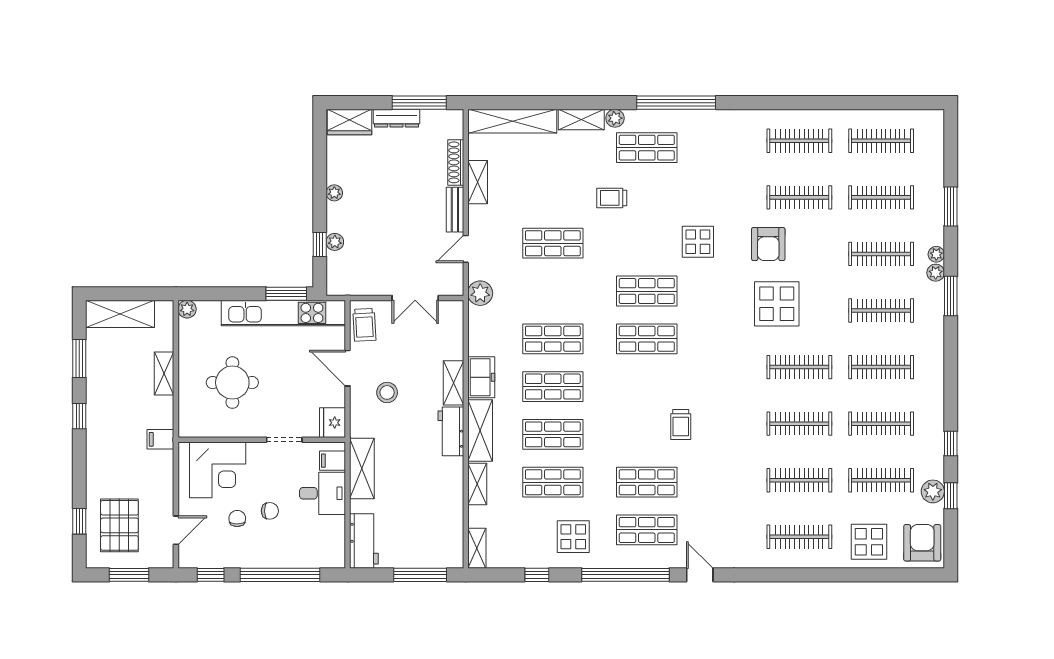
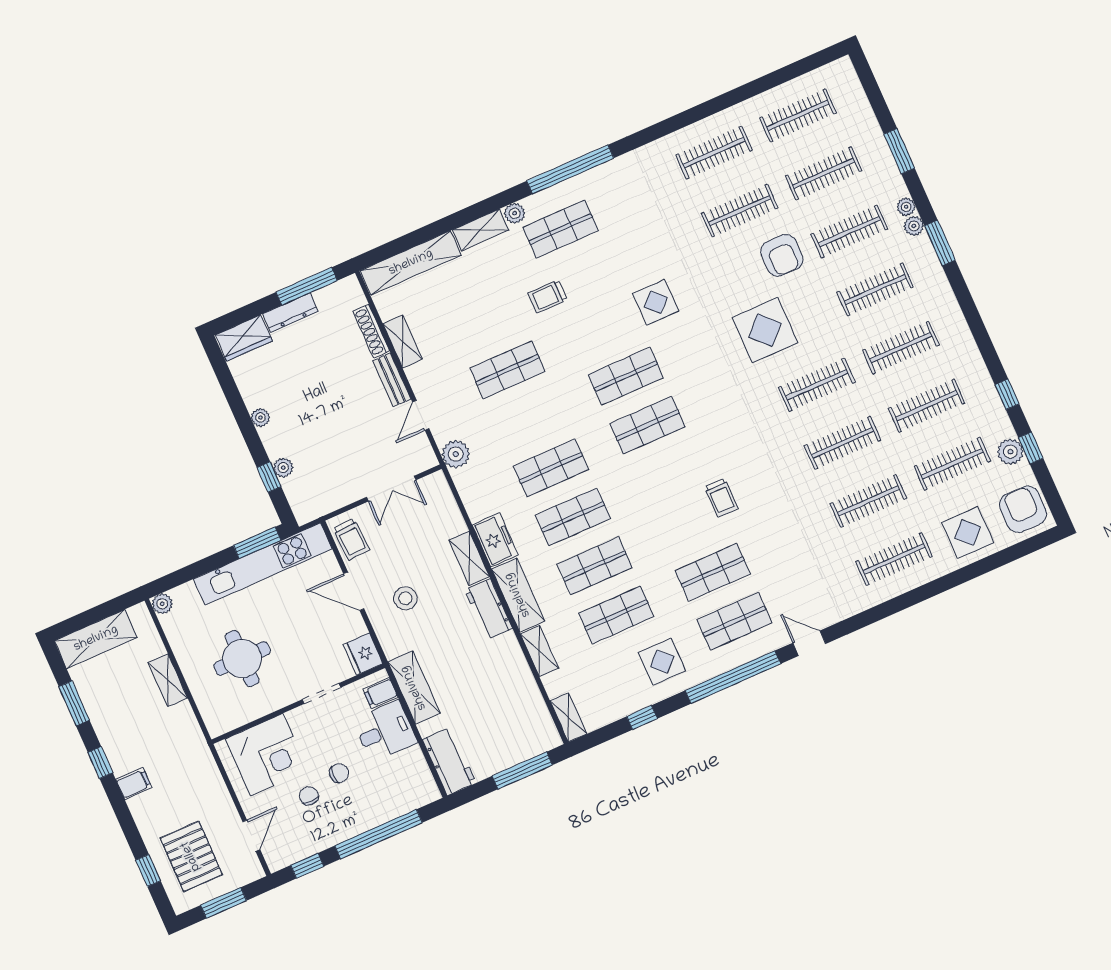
armchair: (768, 244) -> (782, 255), moved
filing cabinet: (160, 439) -> (134, 784), moved, turned 180

